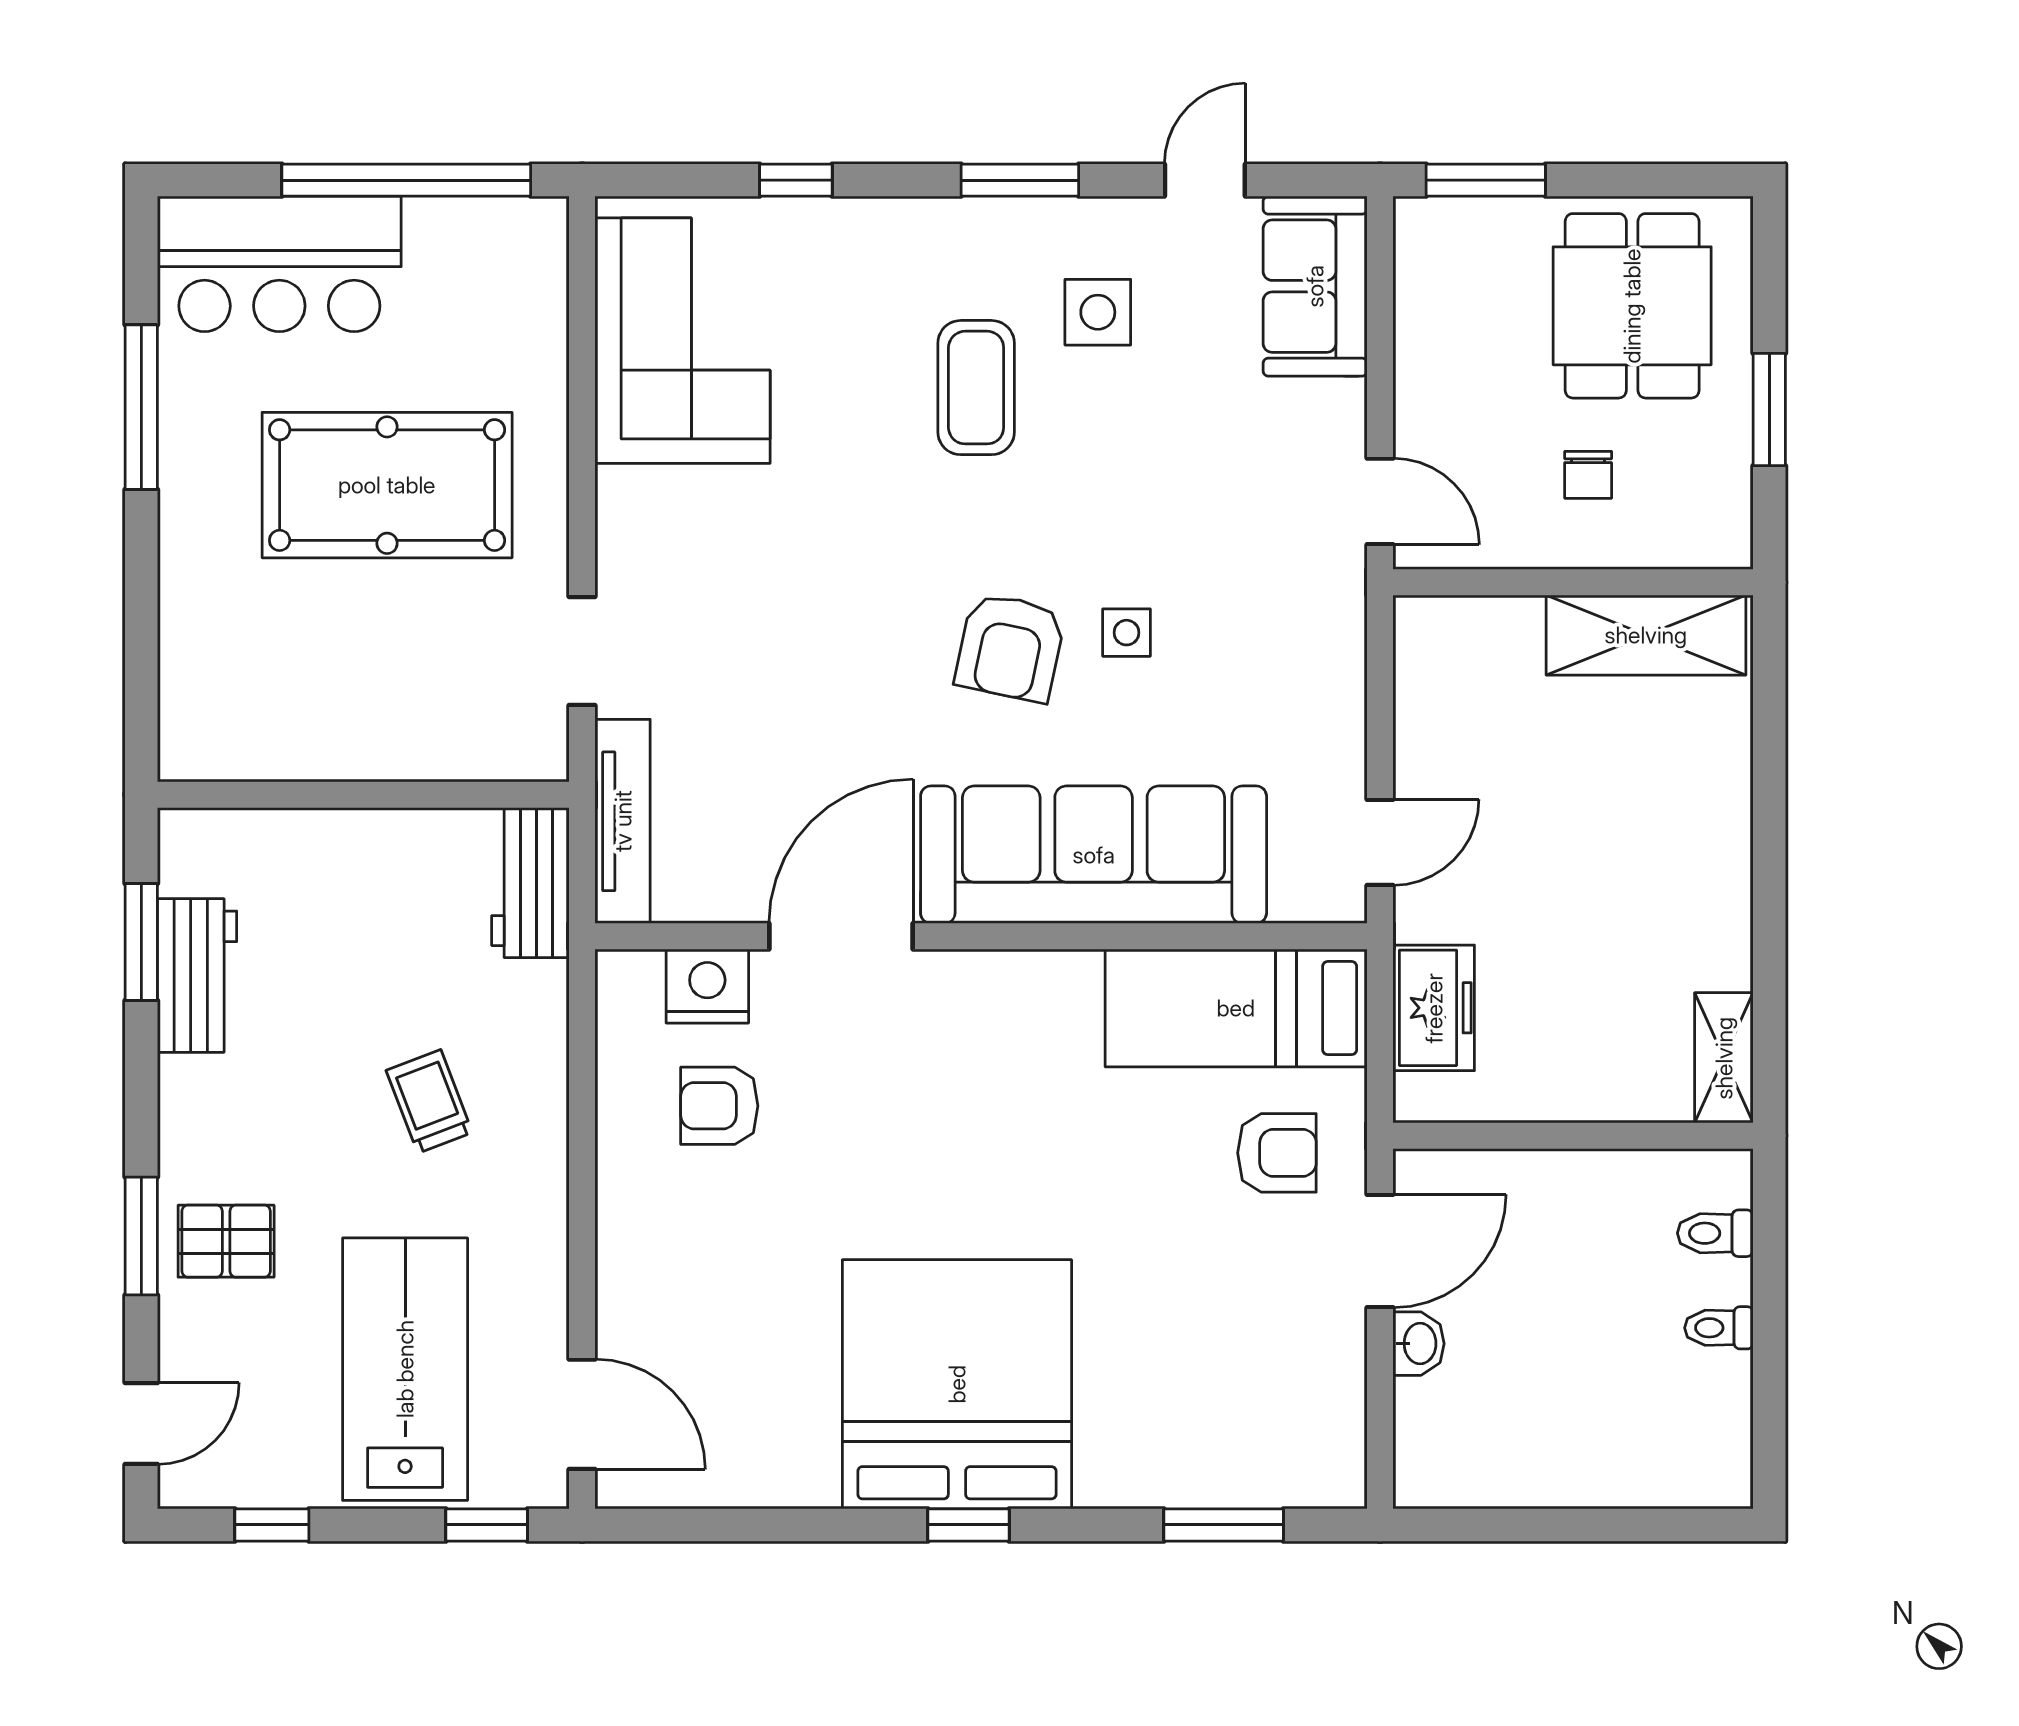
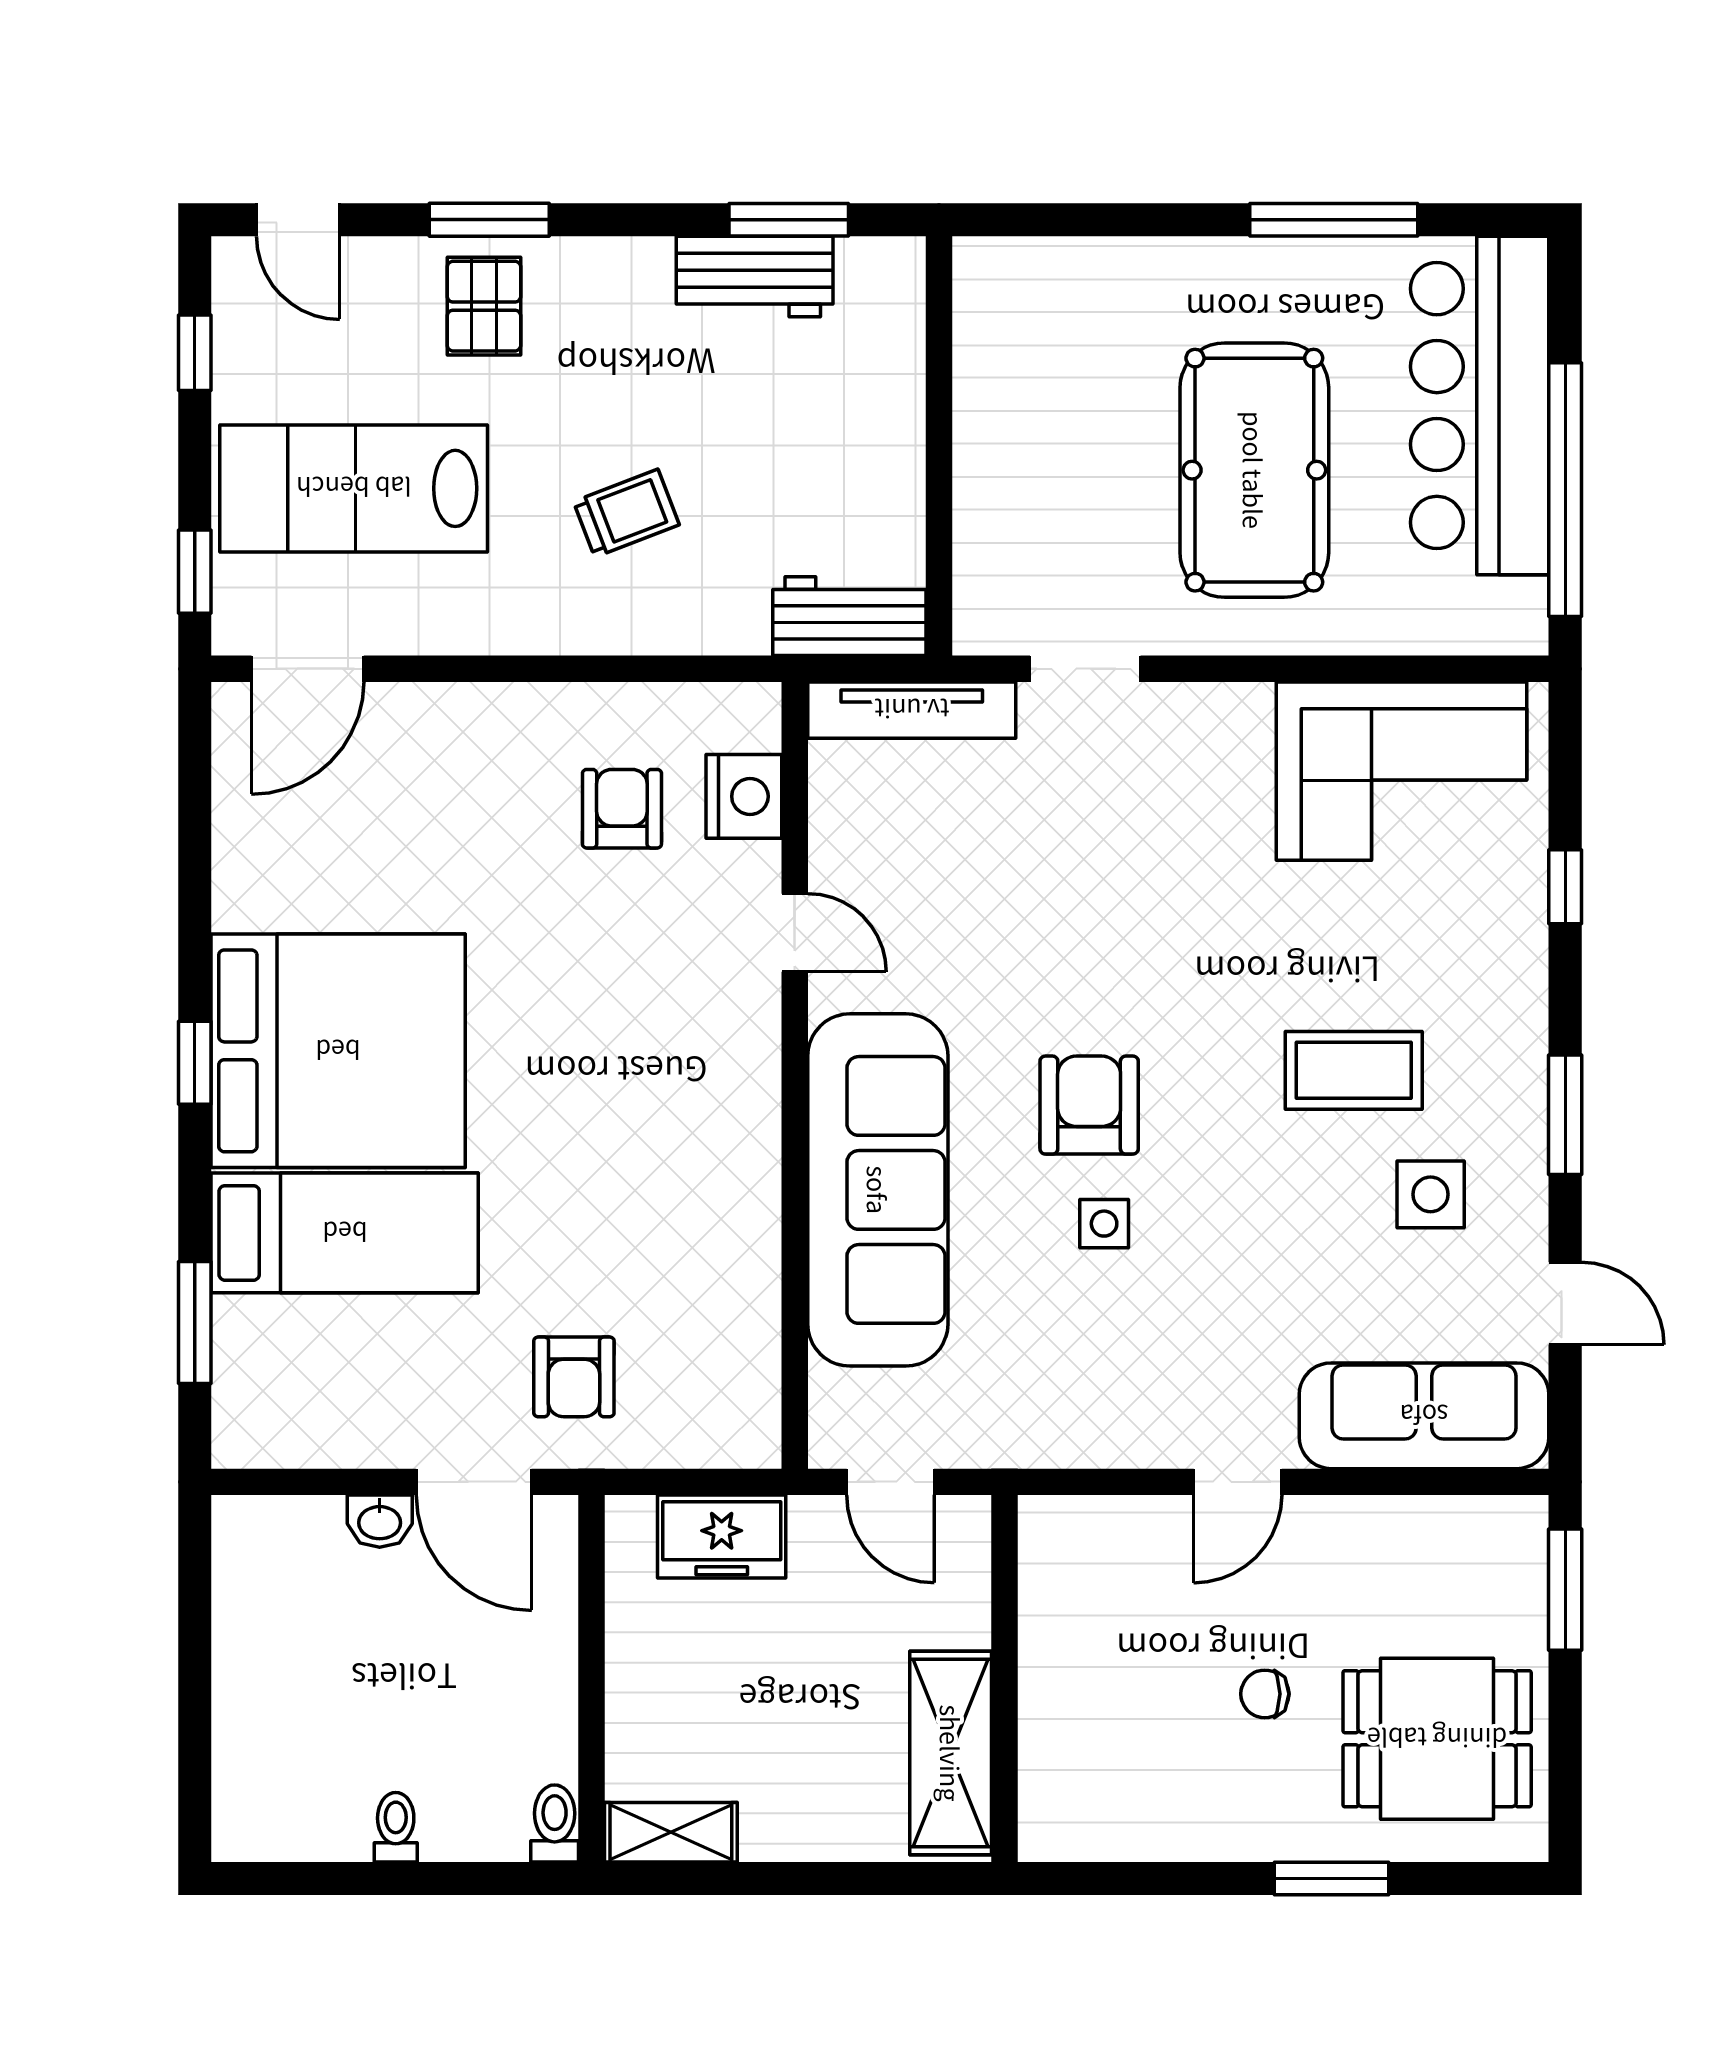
bar counter: (279, 264) -> (1480, 406), width x1.36
sofa: (1315, 286) -> (1424, 1416), width x1.36
wall: (1573, 582) -> (1005, 1679), moved
shelving: (1646, 635) -> (951, 1753), moved
armchair: (1010, 647) -> (1089, 1105), turned 78
door: (841, 936) -> (795, 933), width x0.53
bed: (1236, 1008) -> (345, 1233), moved, turned 90
toilet: (1715, 1233) -> (555, 1824), moved
lab bench: (405, 1369) -> (354, 488), turned 180

